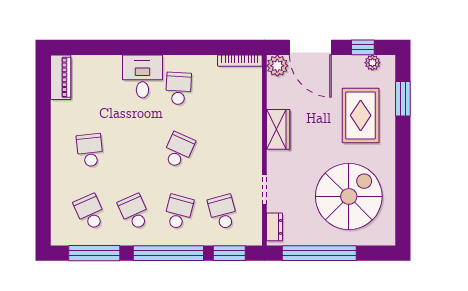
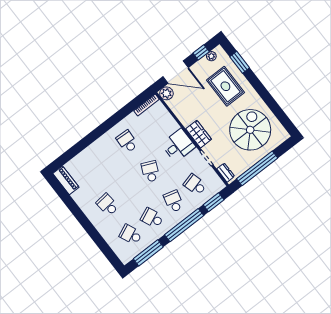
desk: (142, 76) -> (178, 145), moved, turned 90
wardrobe: (278, 129) -> (199, 134), moved

